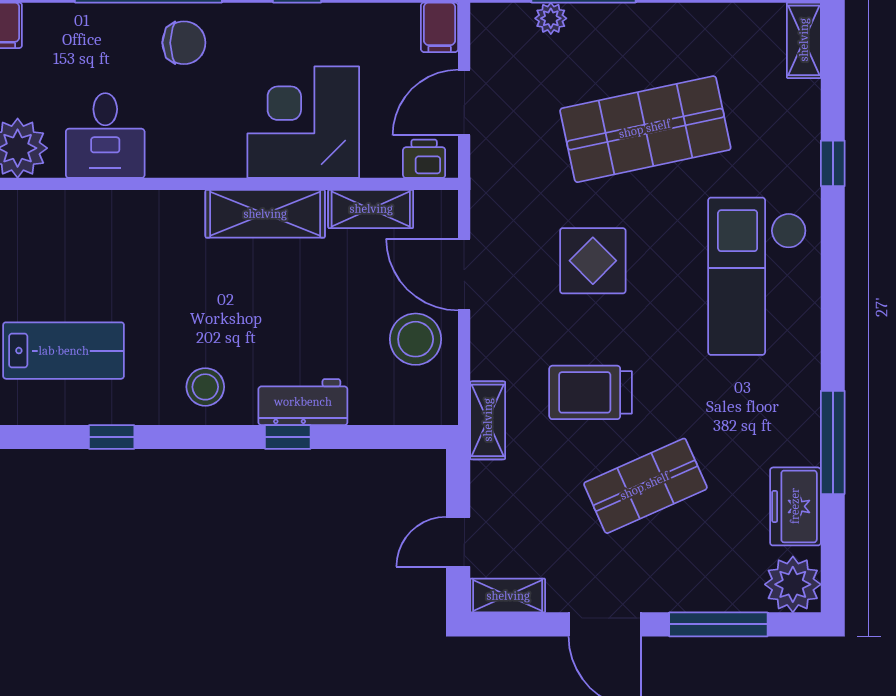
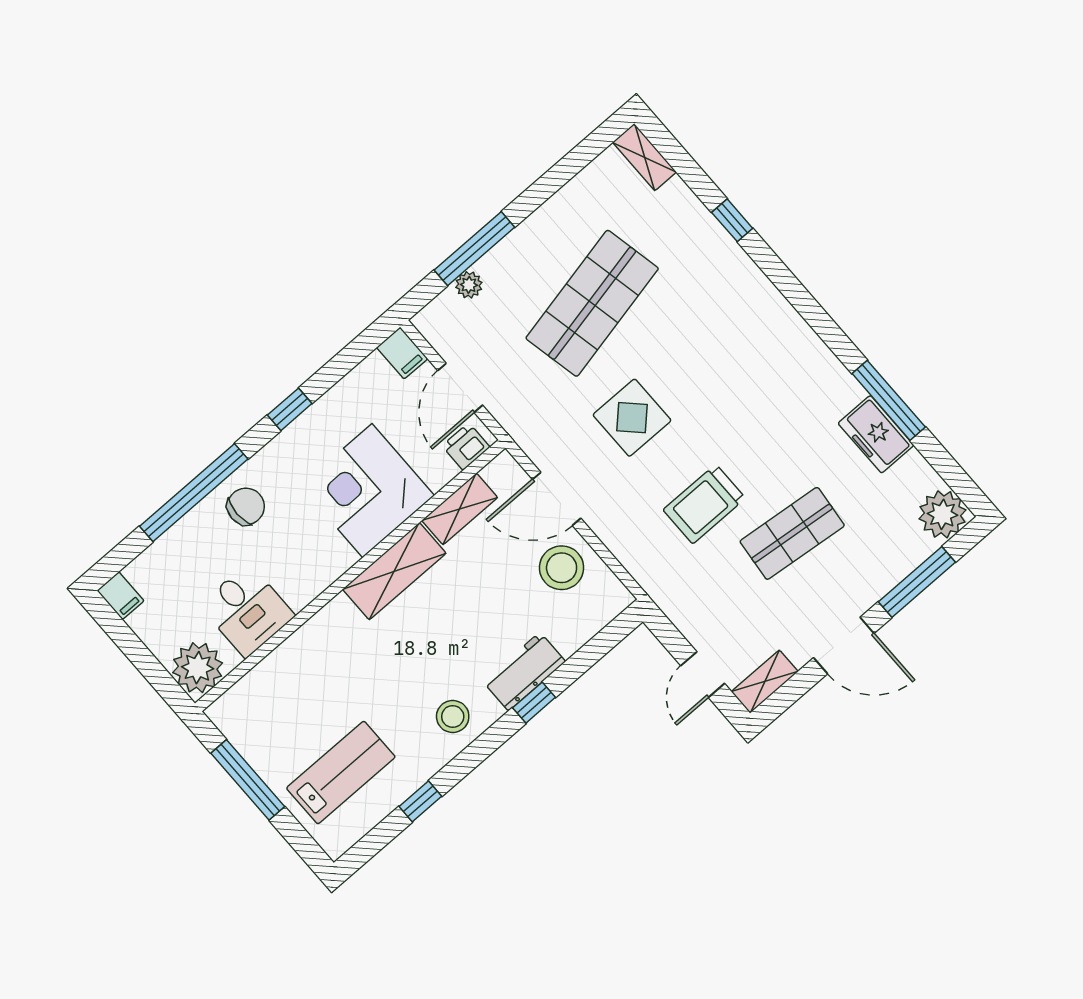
checkout: (757, 276) -> (747, 335), removed
shelving: (488, 420) -> (654, 580), removed
shop shelf: (645, 486) -> (792, 533), turned 30
freezer: (795, 506) -> (876, 434), moved

